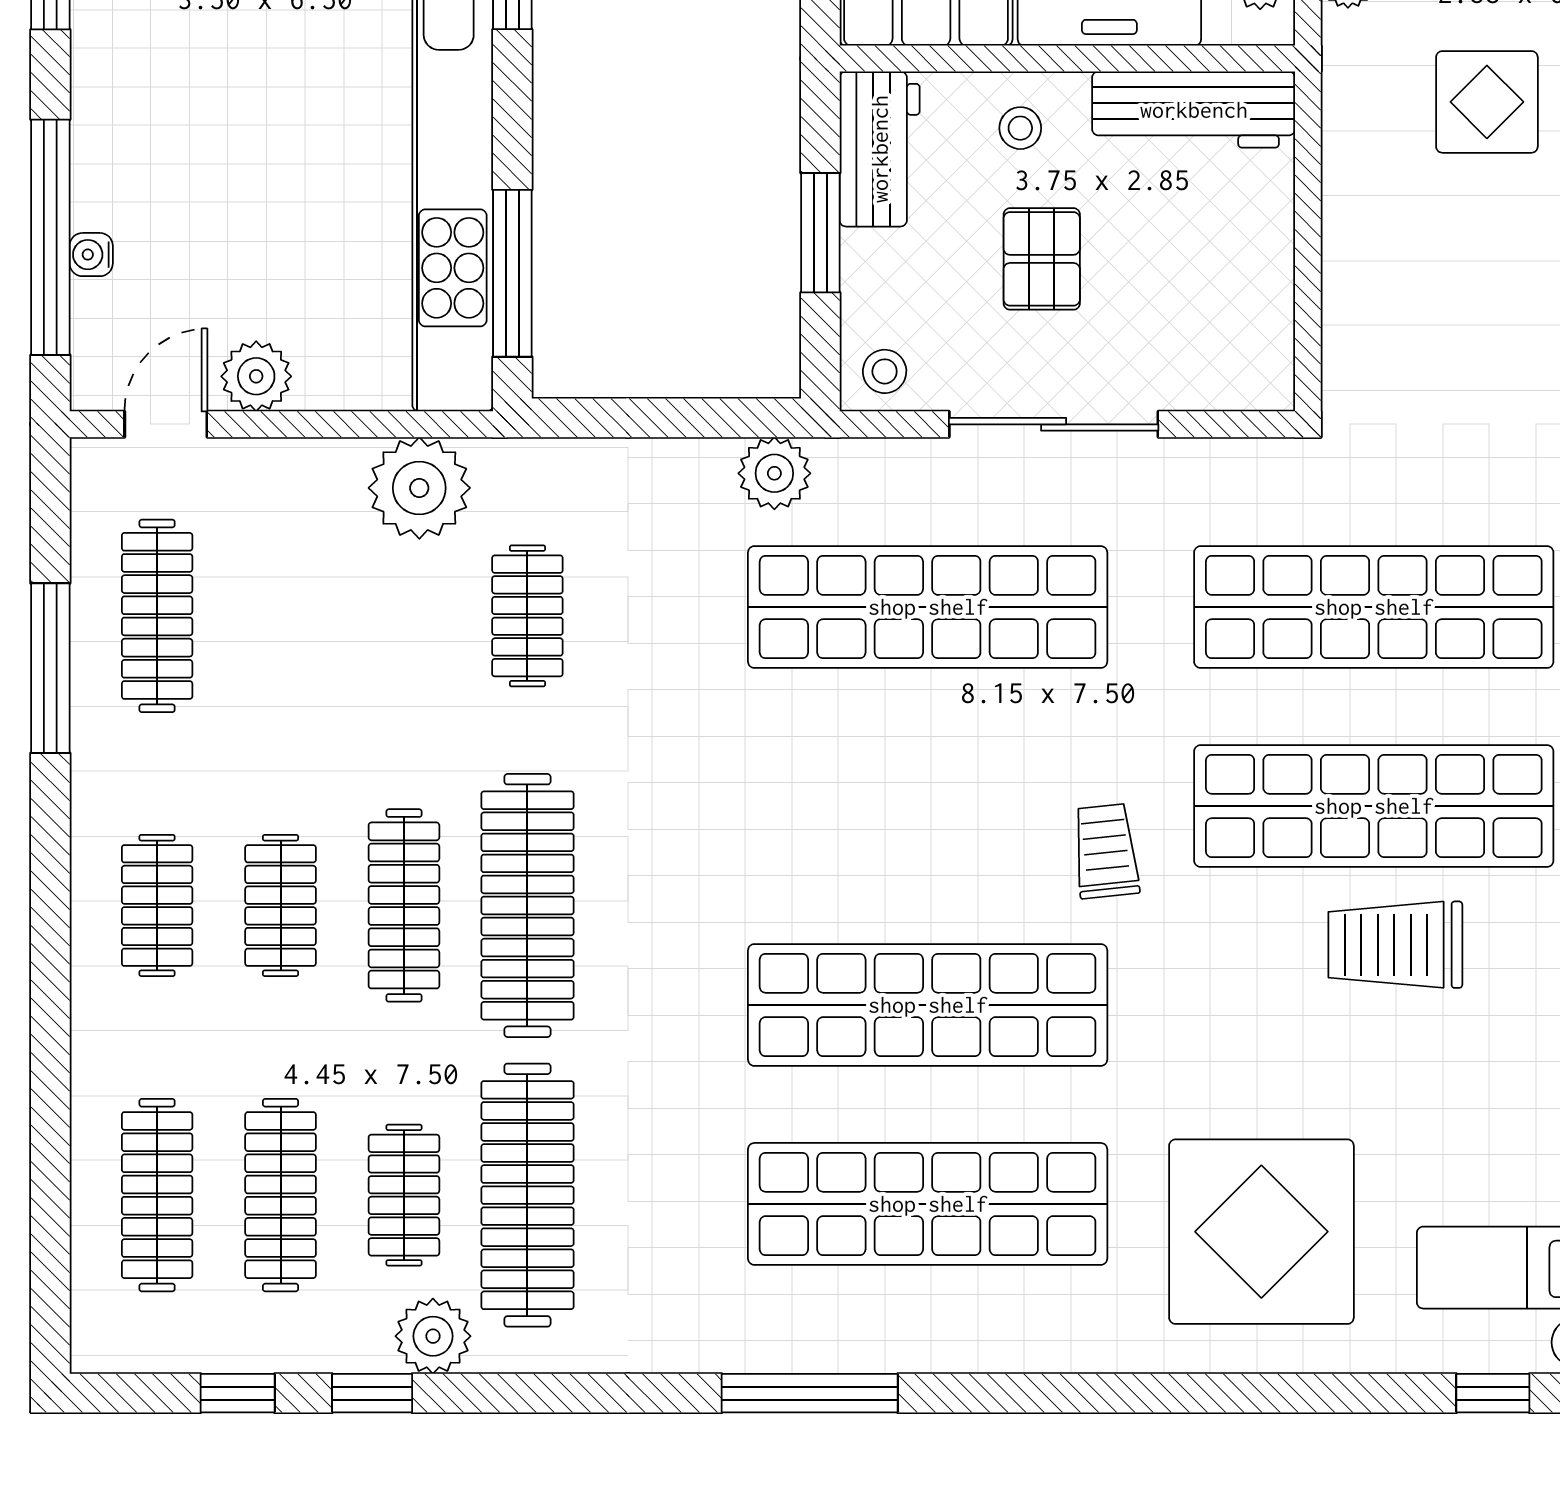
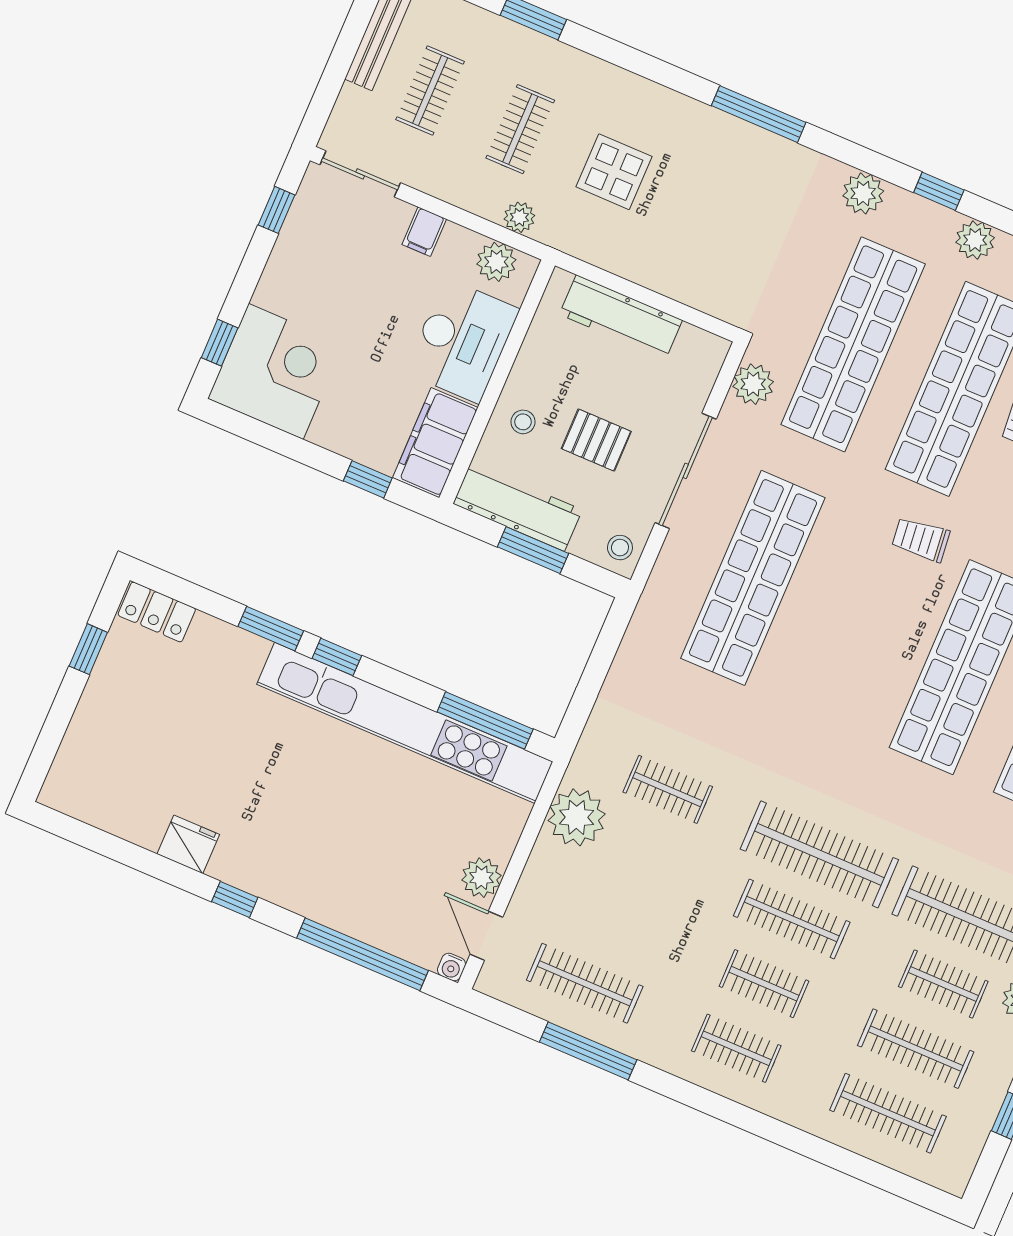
workbench: (1194, 110) -> (621, 317), moved, turned 90
workbench: (880, 149) -> (518, 507), width x1.38
water cooler: (91, 255) -> (452, 967), moved
plant: (774, 473) -> (753, 384), moved

